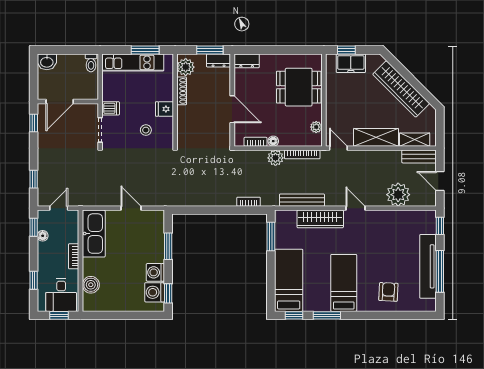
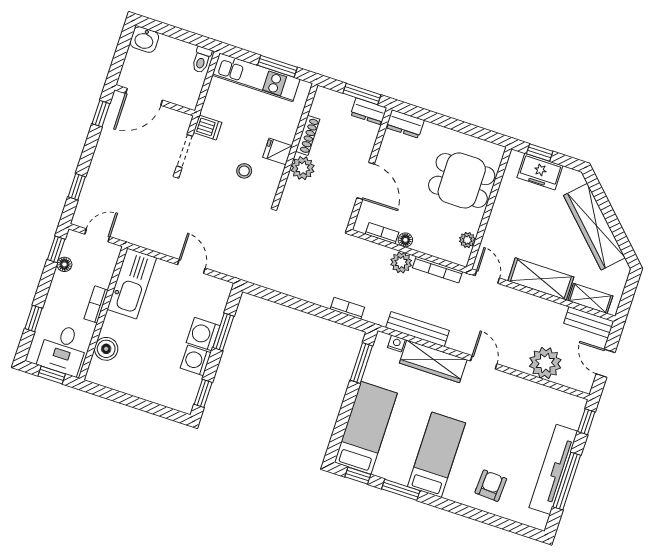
plant: (186, 67) -> (303, 168), moved
nightstand: (291, 215) -> (396, 343), added
washing machine: (155, 292) -> (203, 334), moved

